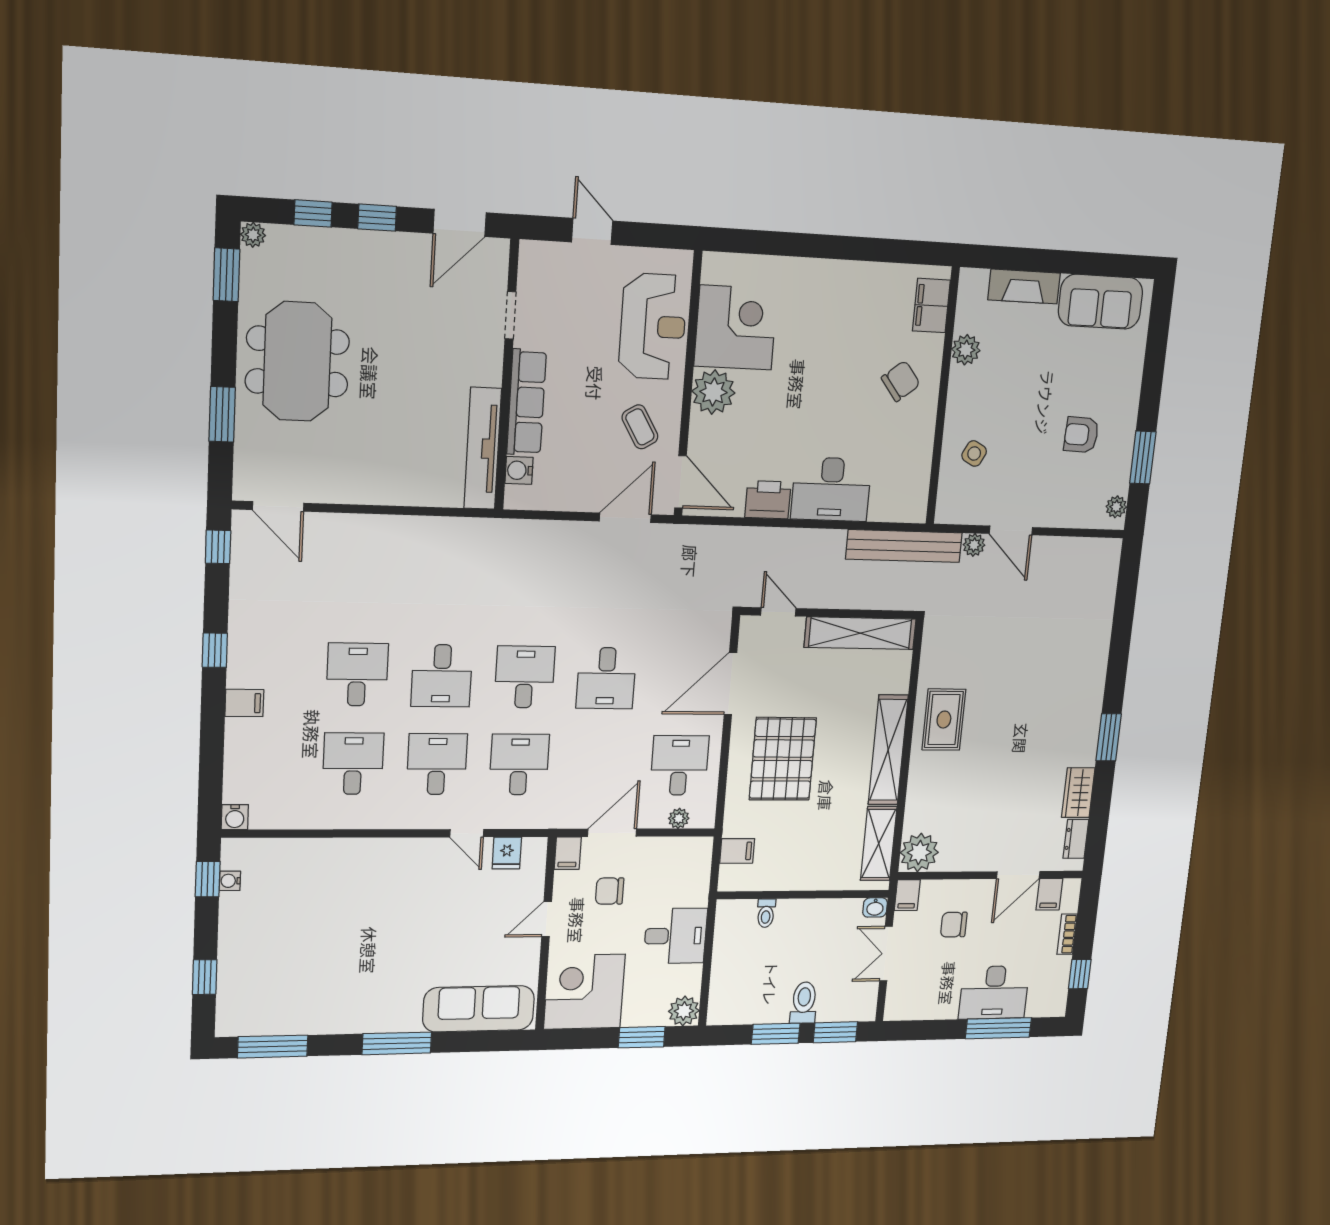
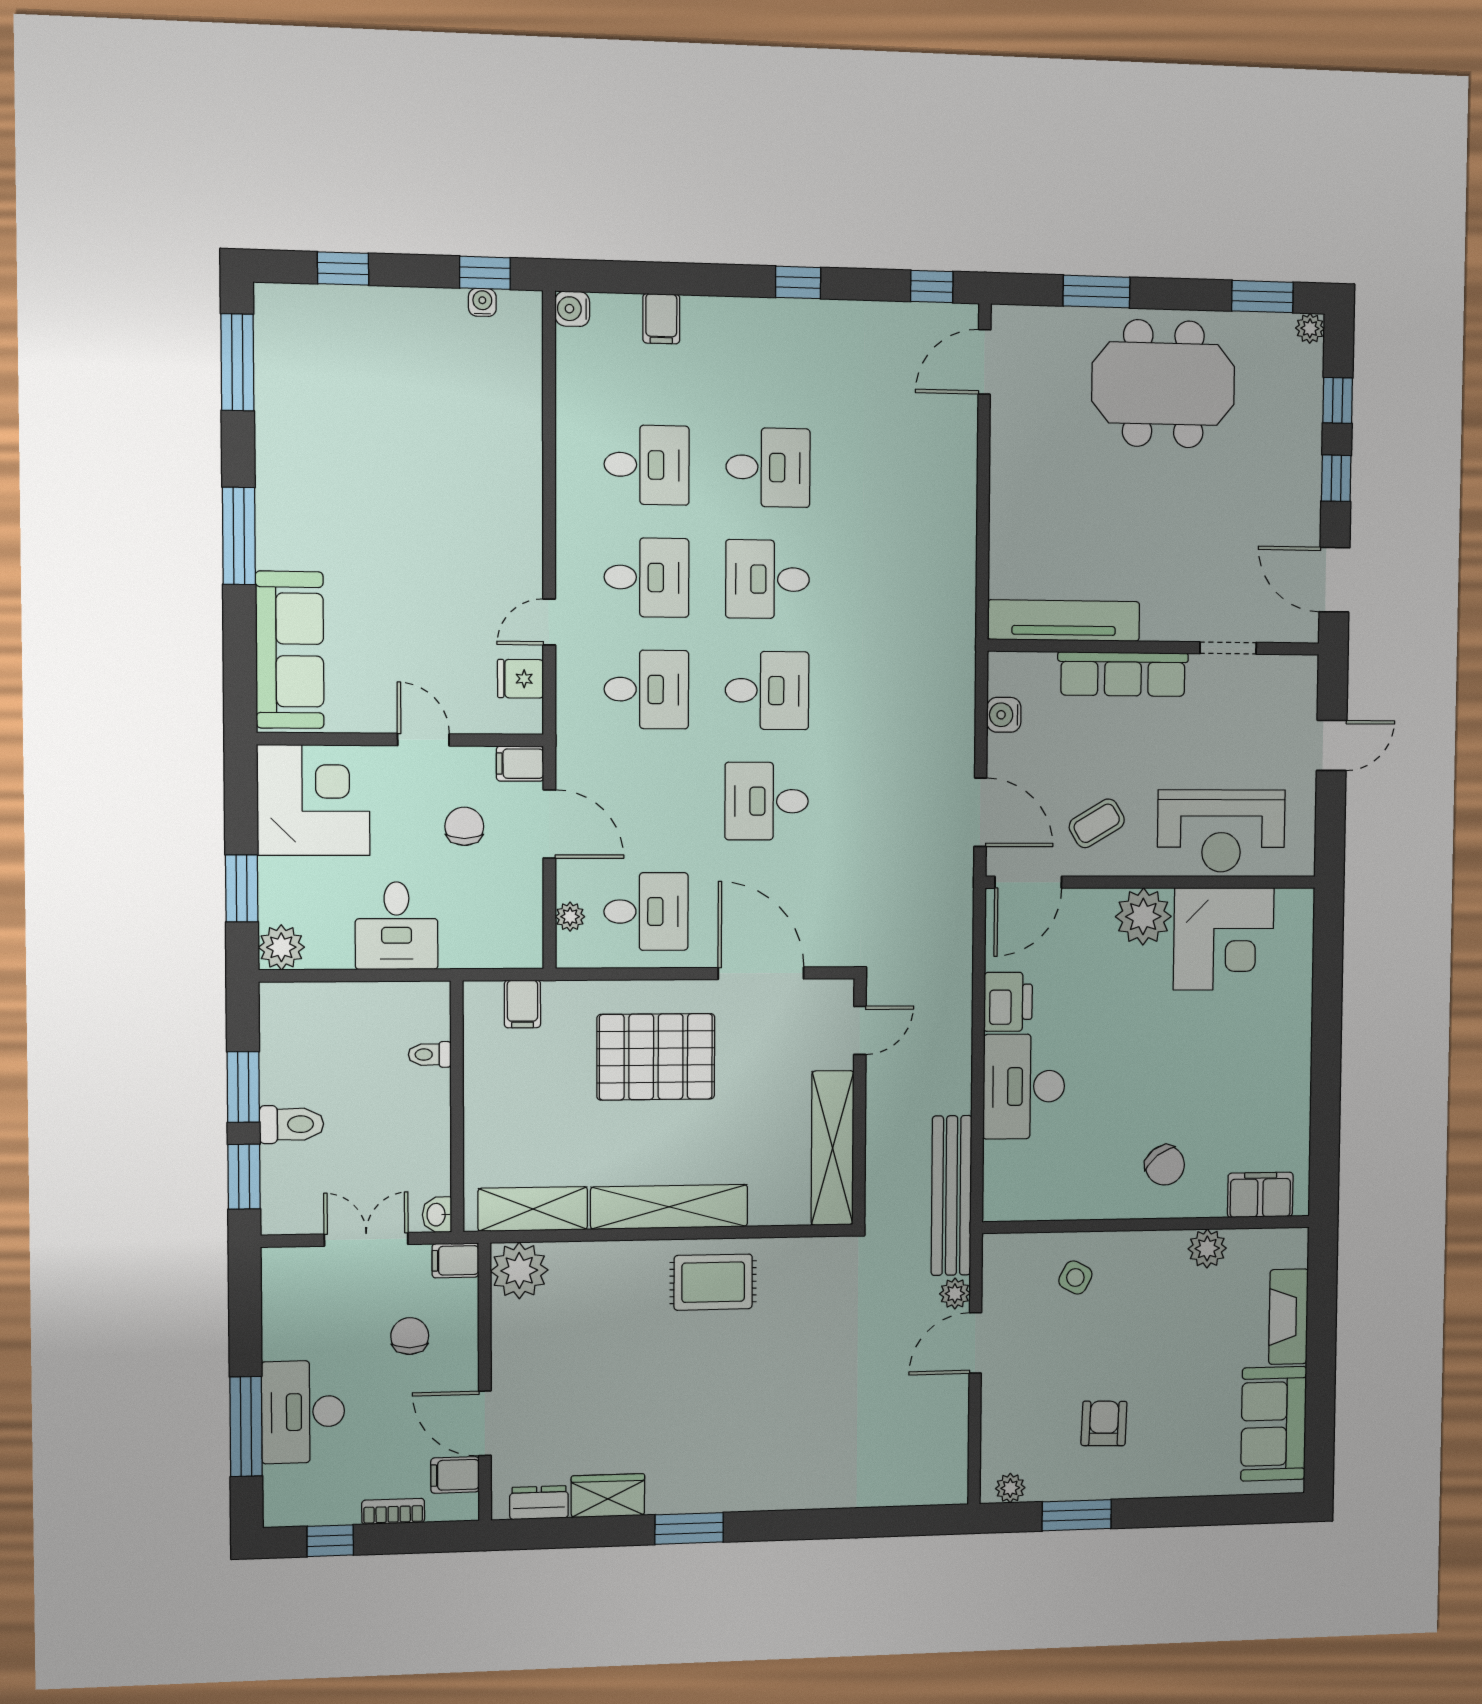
water cooler: (519, 470) -> (1004, 715), moved, turned -90
filing cabinet: (244, 703) -> (661, 319), moved

